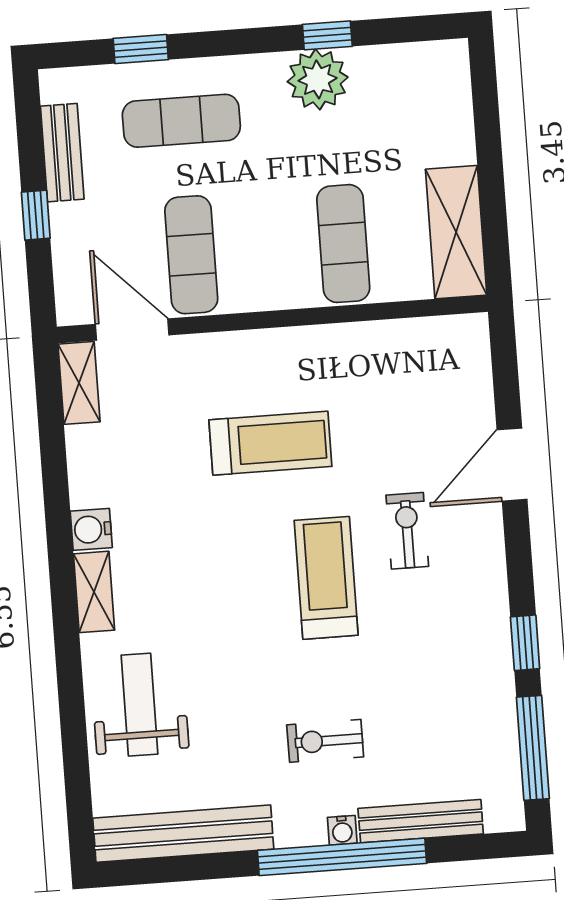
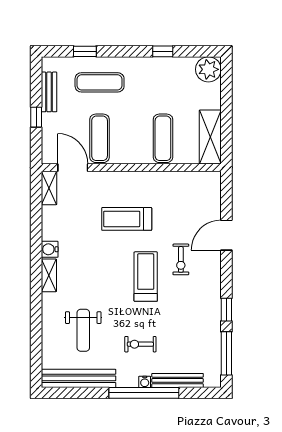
plant: (318, 79) -> (208, 69), moved
treadmill: (270, 443) -> (127, 219), turned 180
exercise bike: (407, 531) -> (181, 259), turned 180
weight bench: (139, 705) -> (83, 330), moved, turned 180

